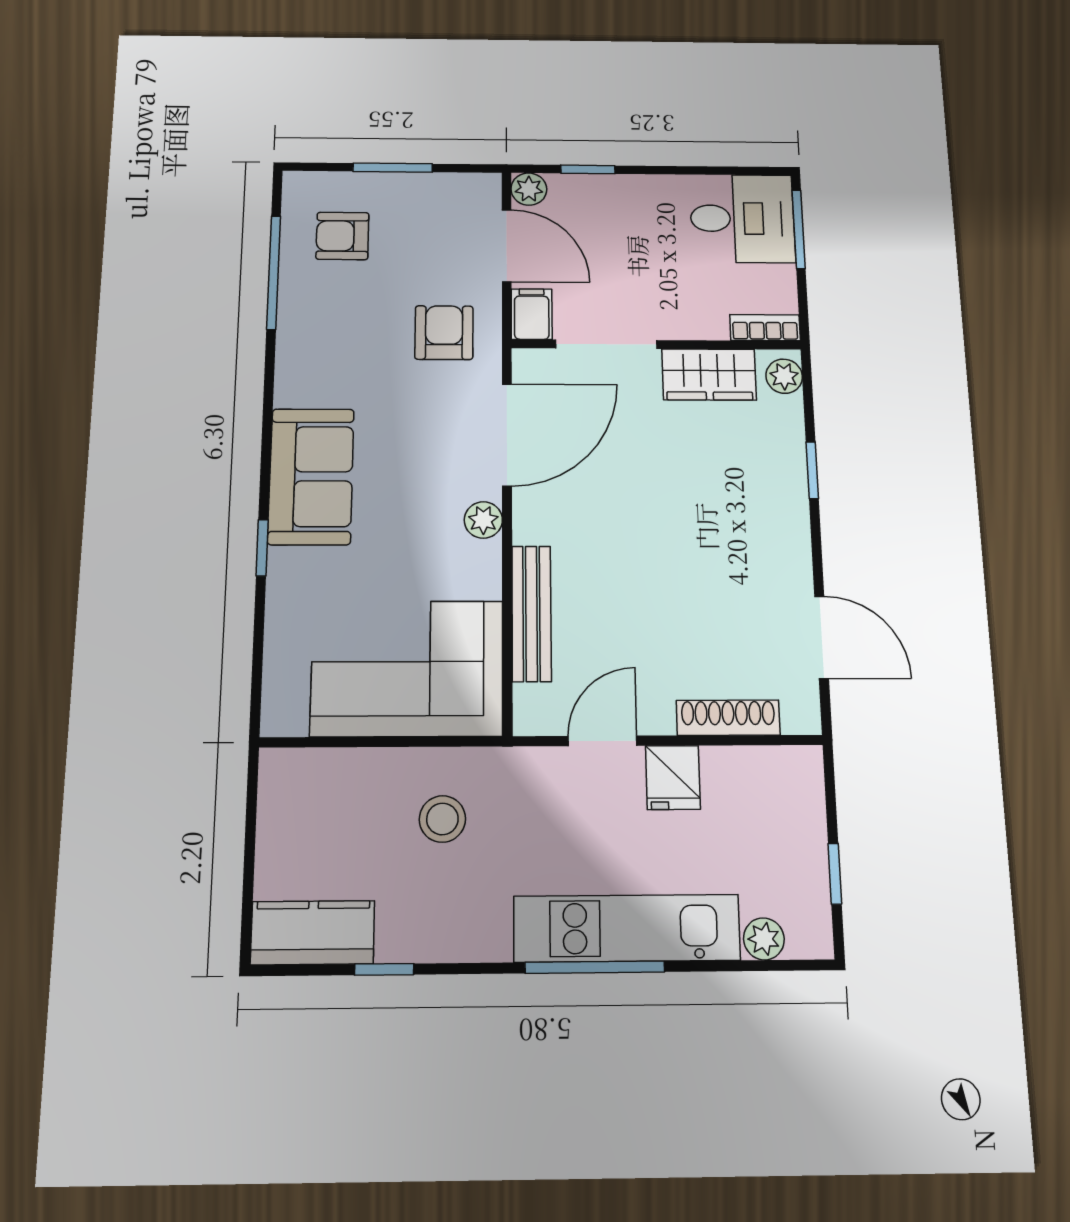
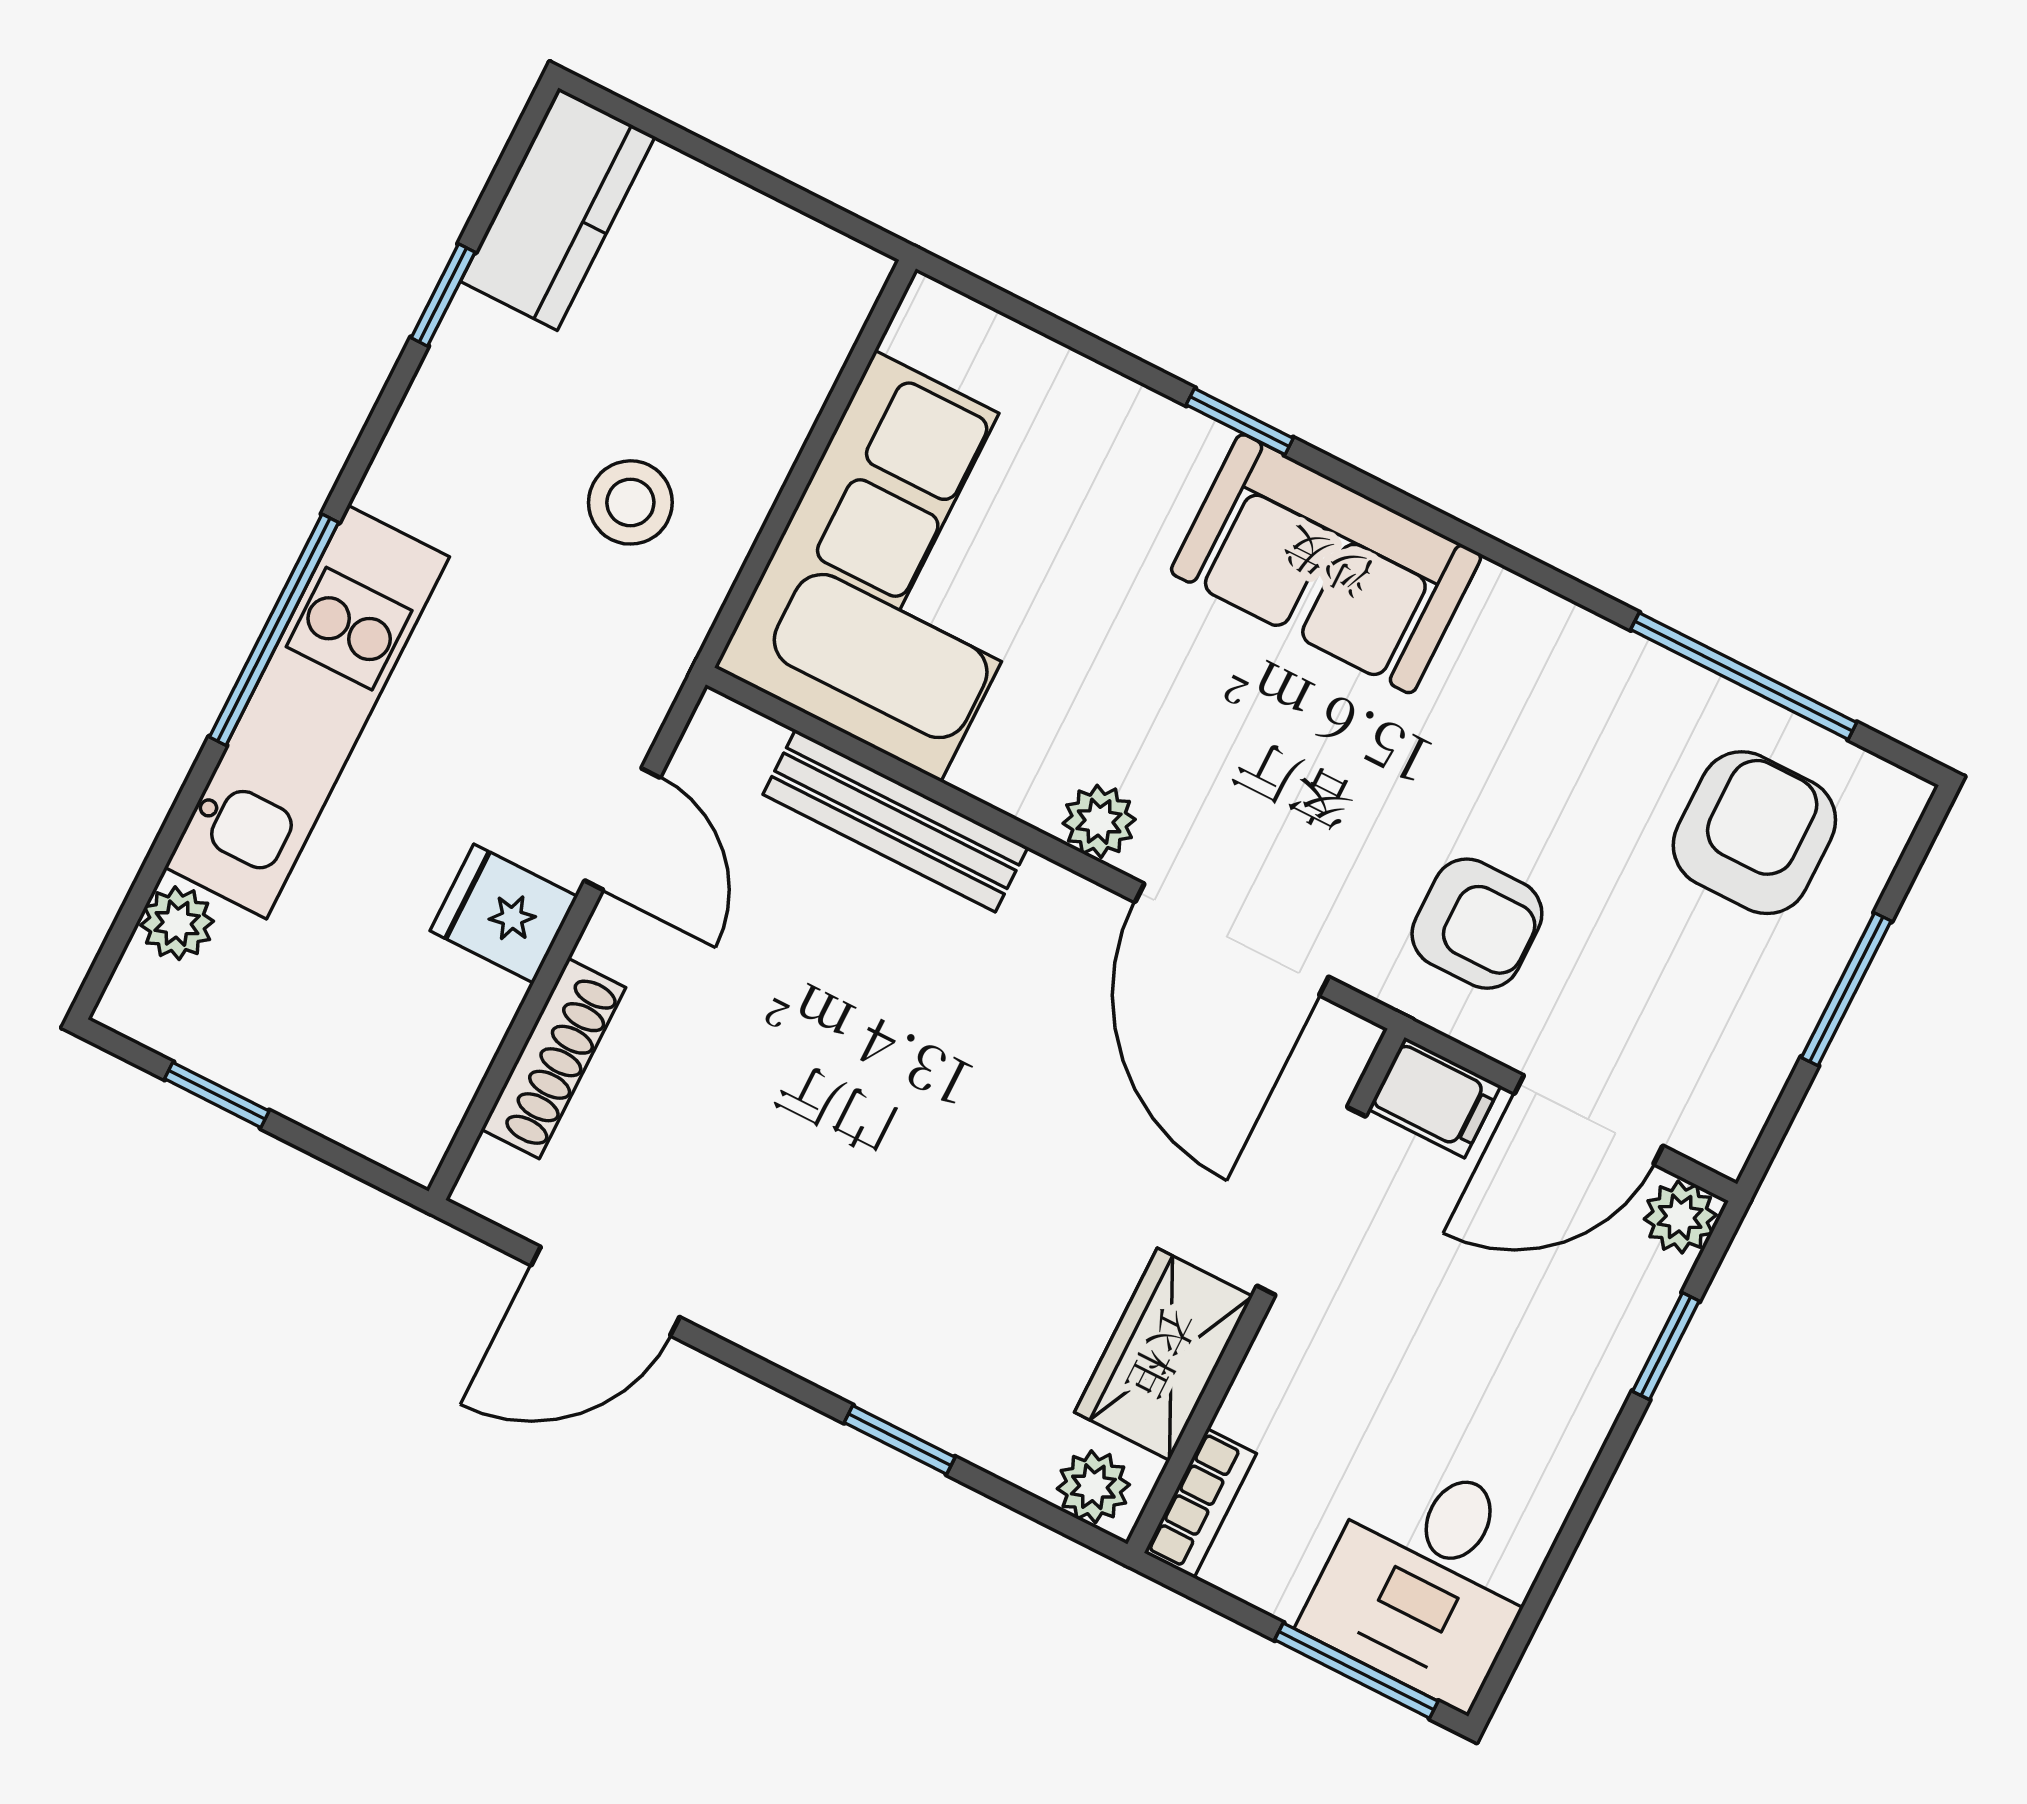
armchair: (342, 236) -> (1754, 833), width x1.38, depth x1.38

